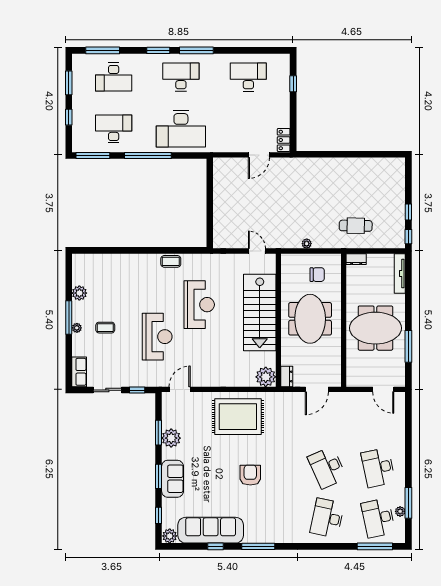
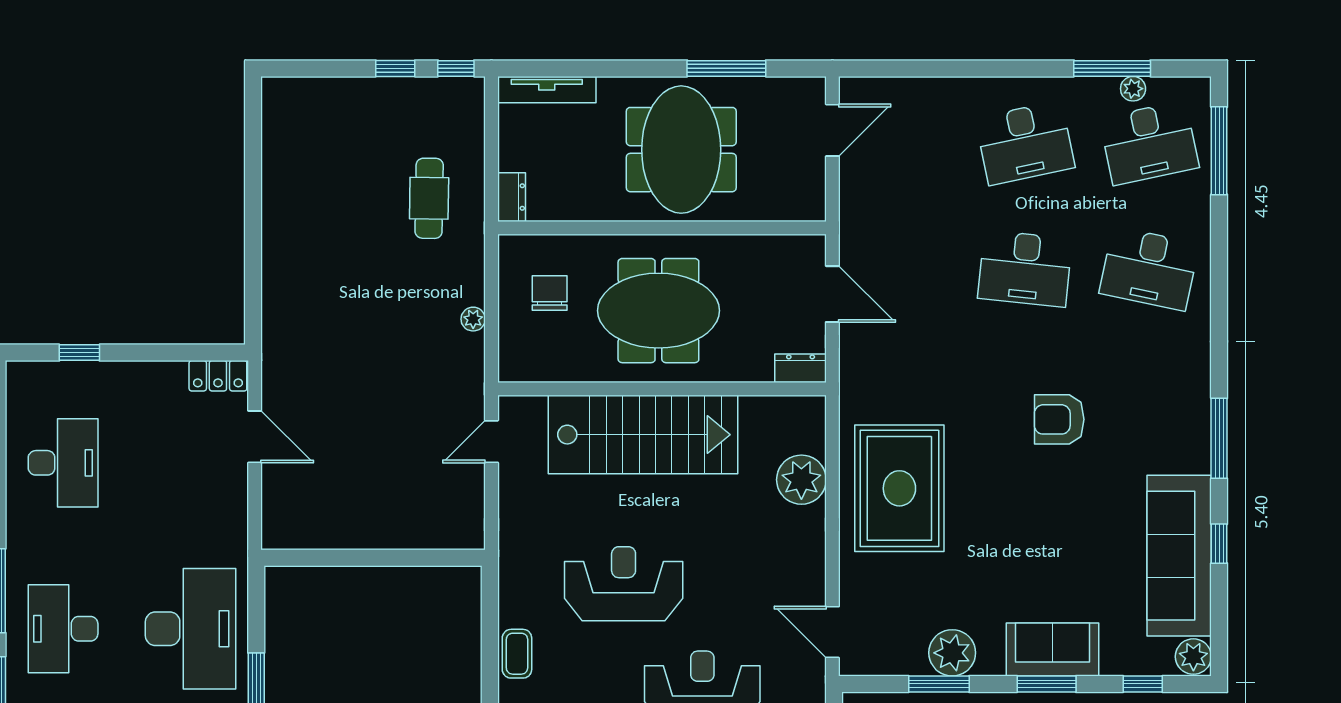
desk: (248, 77) -> (63, 463), turned 180
plant: (266, 377) -> (801, 480), moved
desk: (327, 468) -> (1025, 269), turned 30
armchair: (250, 475) -> (1059, 419), moved

